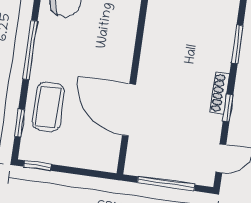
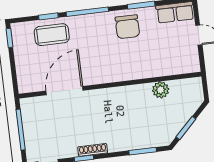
window: (237, 44) -> (143, 151), moved
window: (20, 123) -> (48, 16), moved

